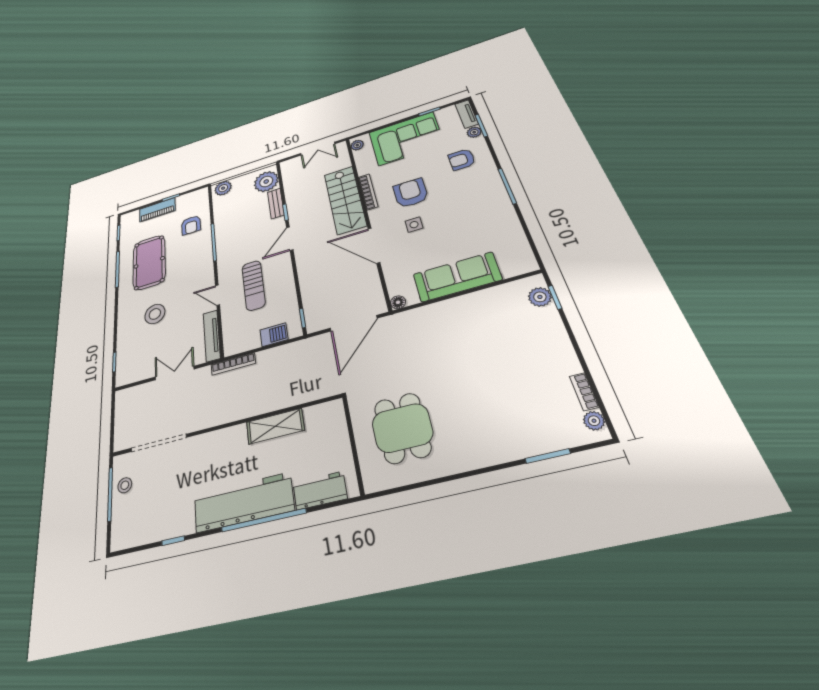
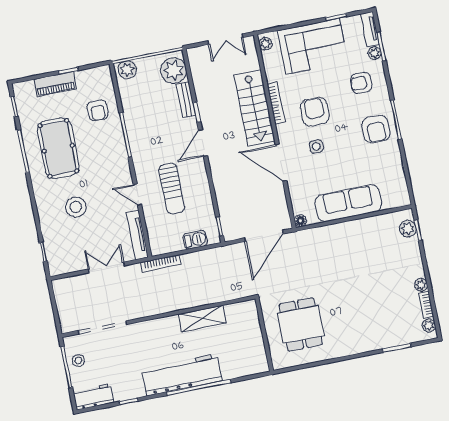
armchair: (484, 198) -> (376, 129), added
plant: (571, 365) -> (421, 285), added
workbench: (320, 491) -> (93, 397), moved

